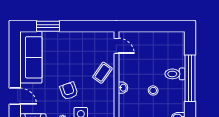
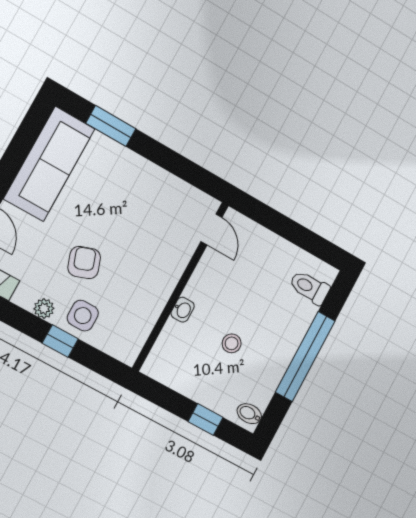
coffee table: (102, 73) -> (161, 263), removed
toilet: (175, 74) -> (309, 287), moved

